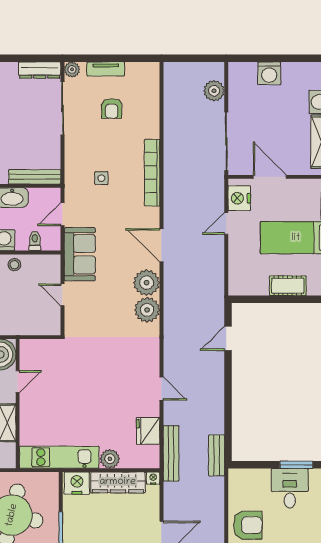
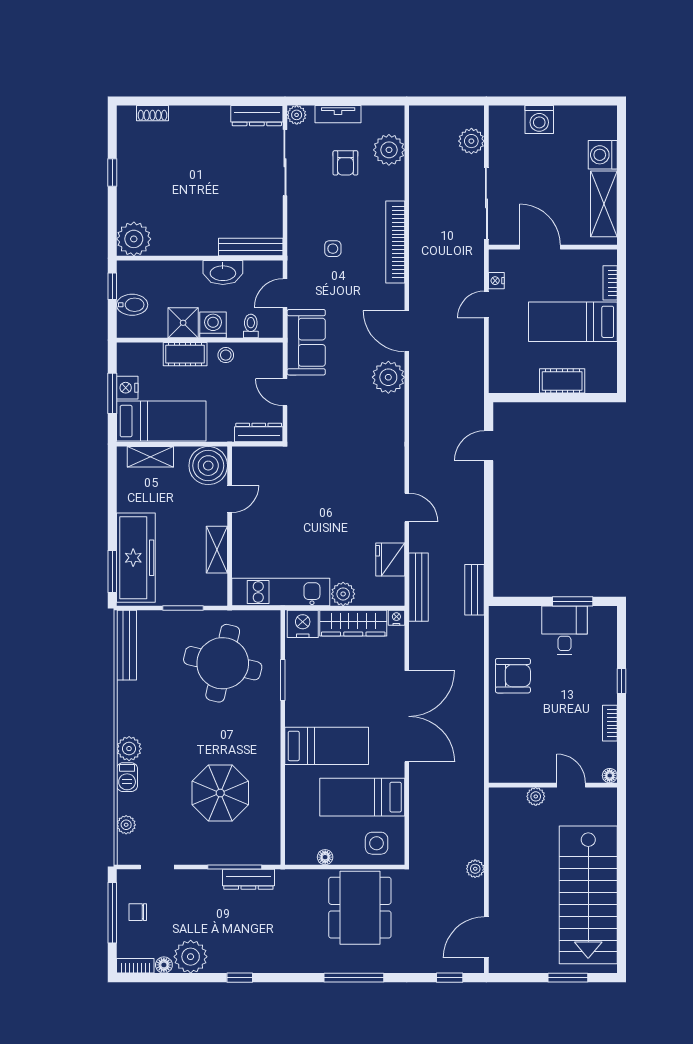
nightstand: (239, 198) -> (496, 281), width x0.53, depth x0.56
plant: (147, 310) -> (389, 150), moved
dresser: (41, 328) -> (259, 433), added

